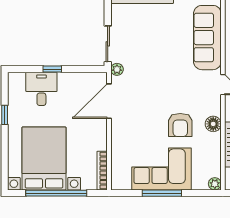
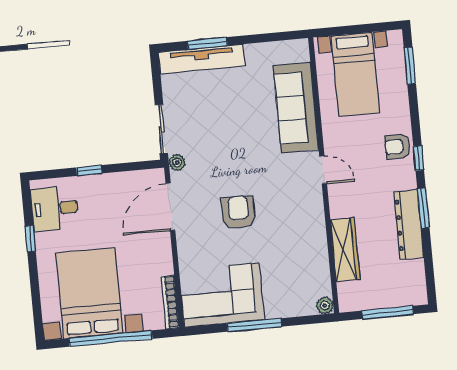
desk: (41, 89) -> (55, 208), moved, turned -90
floor lamp: (213, 124) -> (315, 224), removed
armchair: (180, 125) -> (238, 212), moved, turned 180
corner sofa: (162, 169) -> (222, 295), moved

